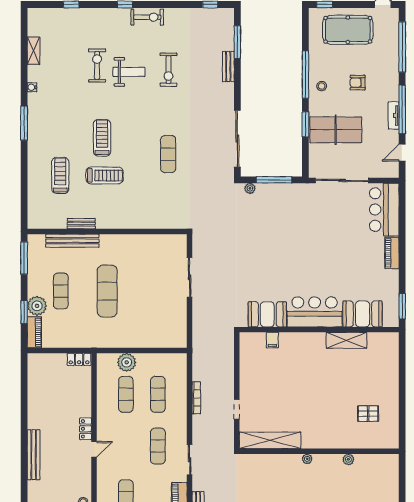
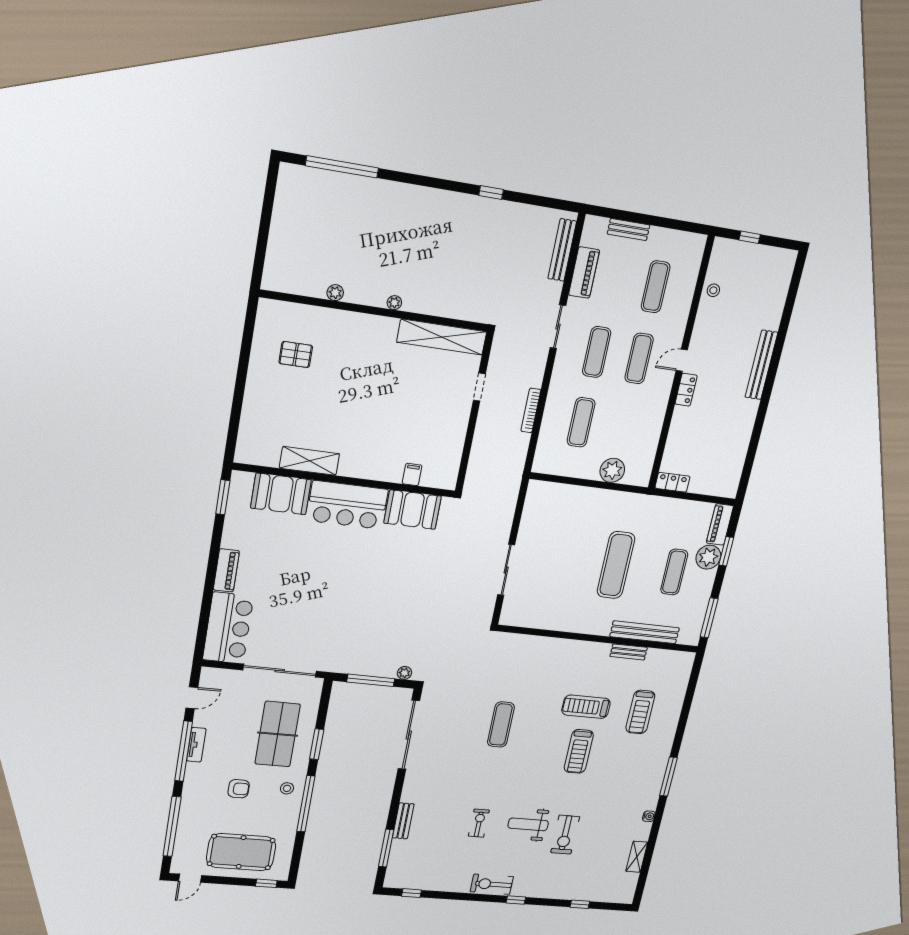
exercise bike: (169, 70) -> (479, 823), width x0.73, depth x0.72
table tennis table: (336, 130) -> (278, 734), turned 90
exercise mat: (126, 394) -> (639, 358), moved

